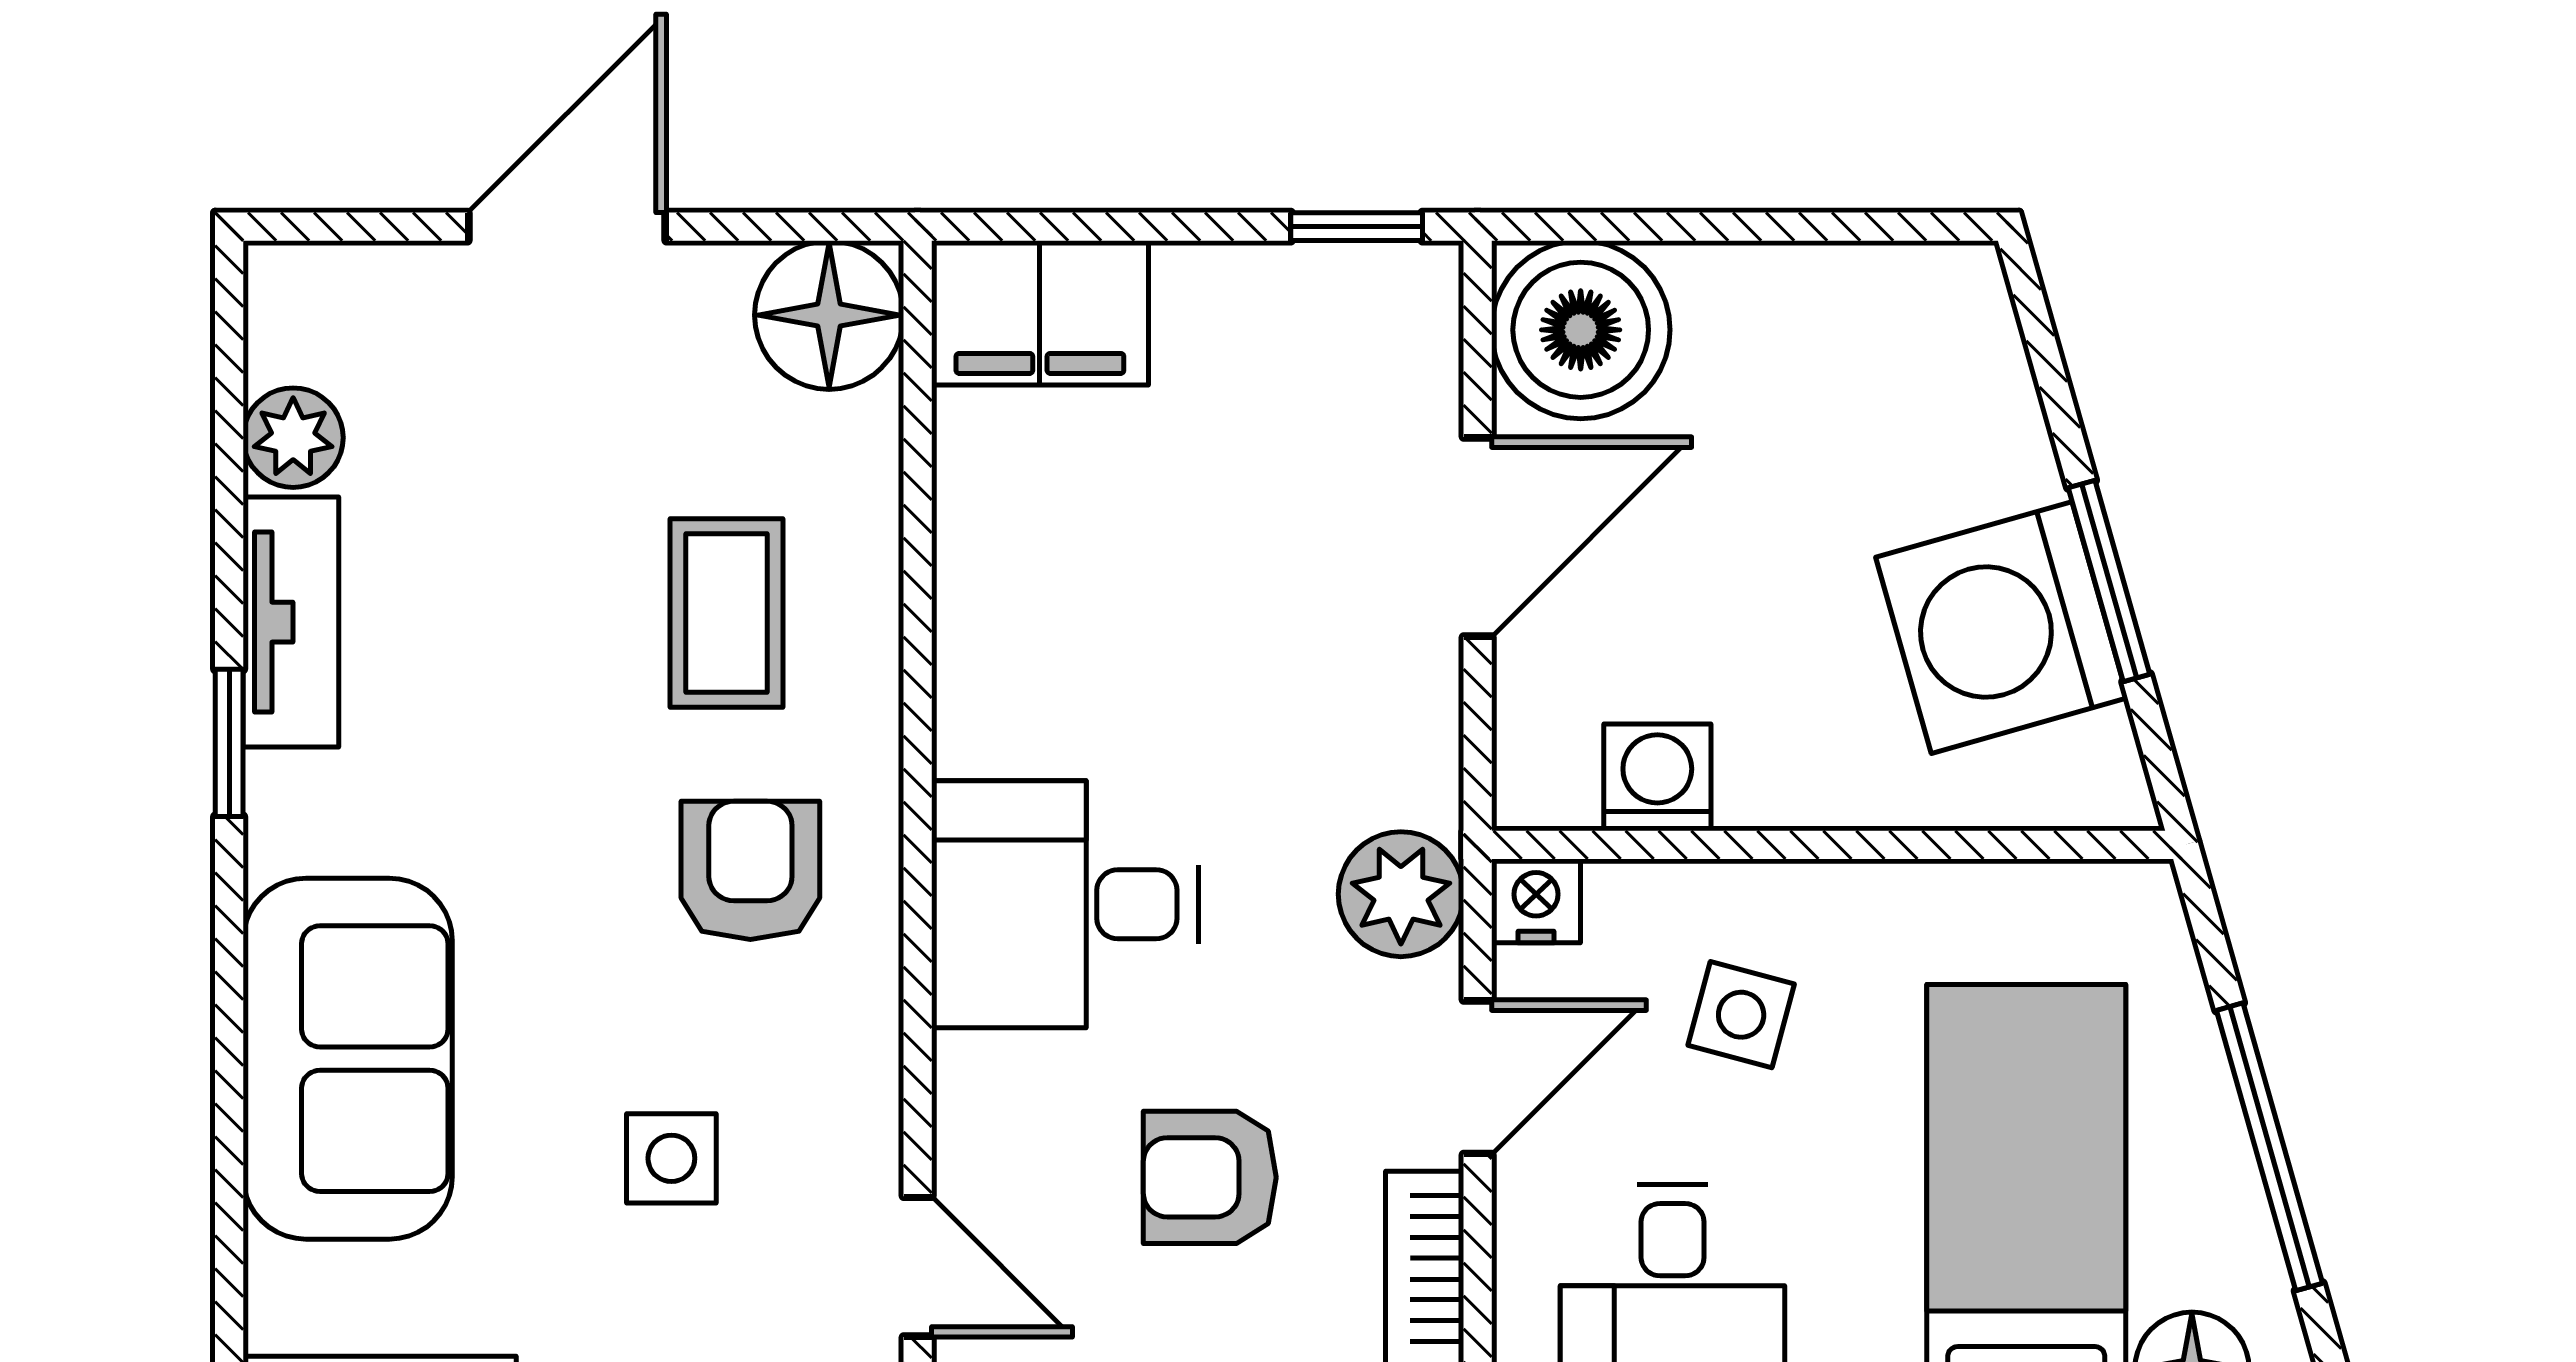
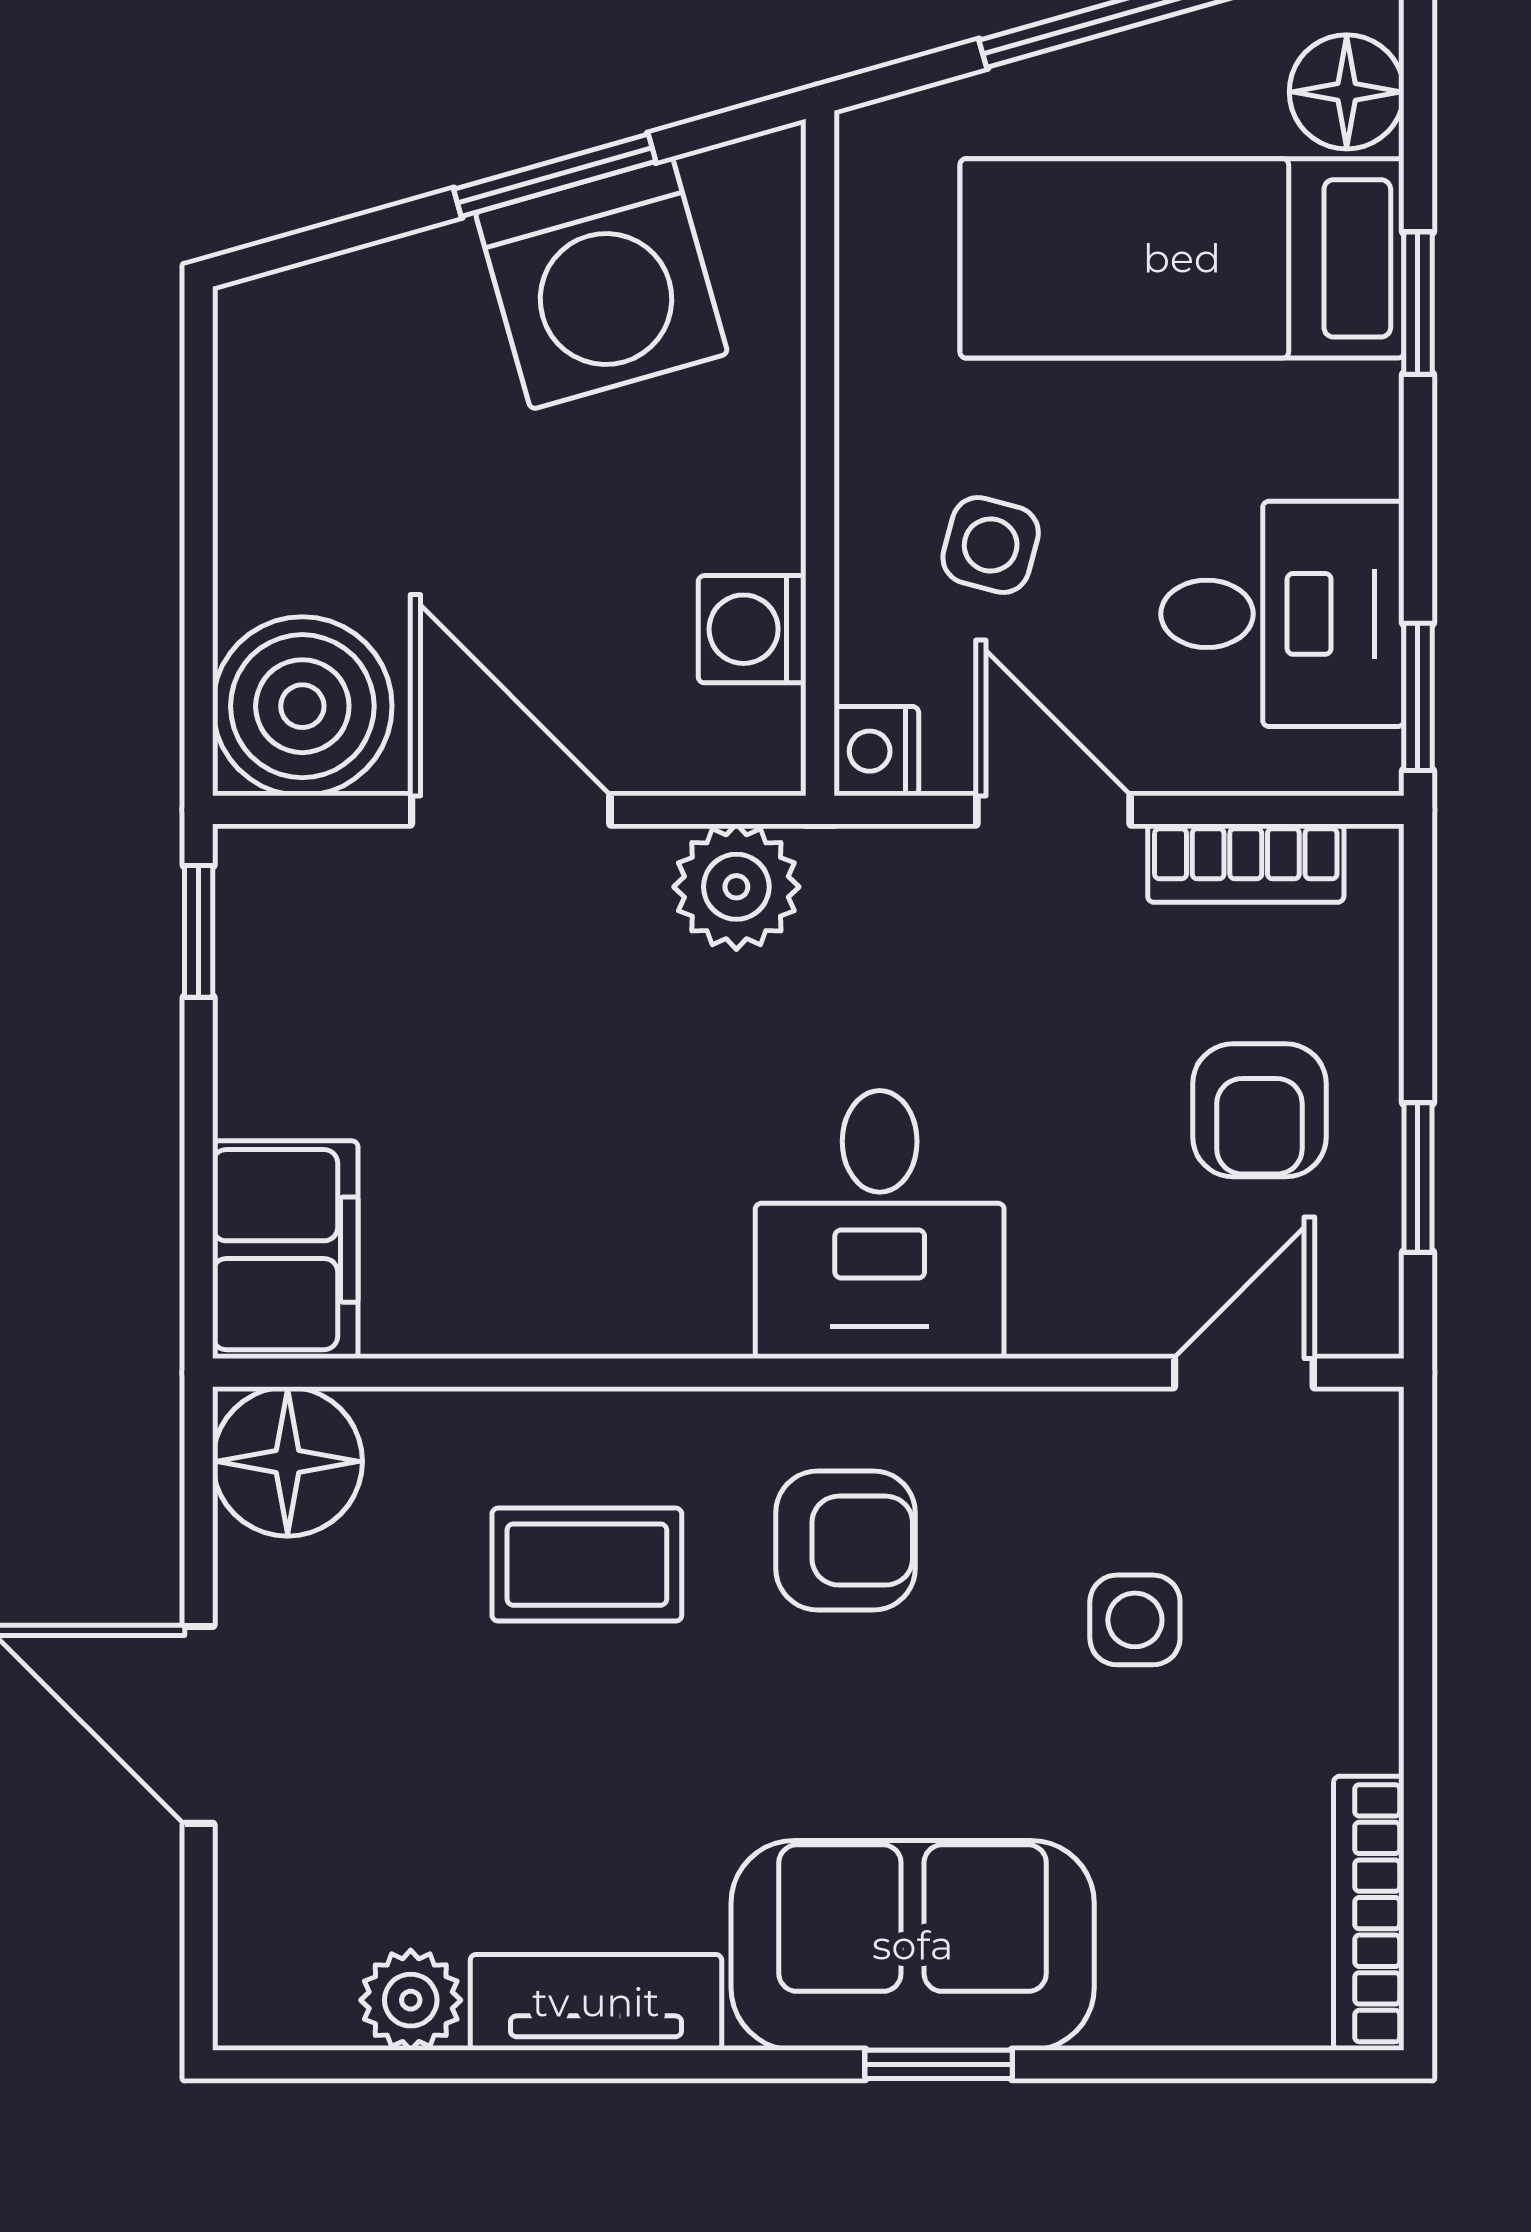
window: (229, 743) -> (939, 2064), moved
armchair: (750, 870) -> (846, 1541), turned 180
plant: (1401, 894) -> (736, 887), moved
sofa: (348, 1059) -> (913, 1945), moved
armchair: (1210, 1177) -> (1259, 1110), moved

